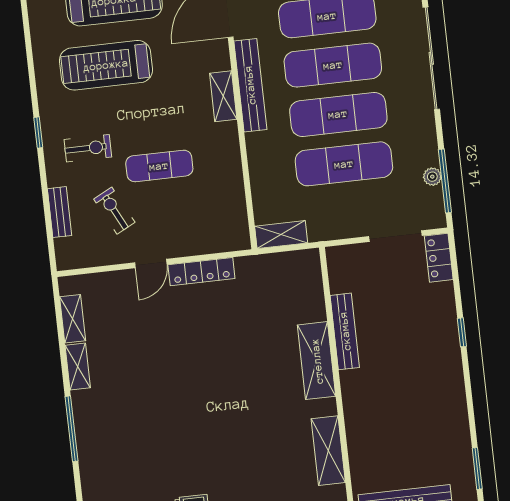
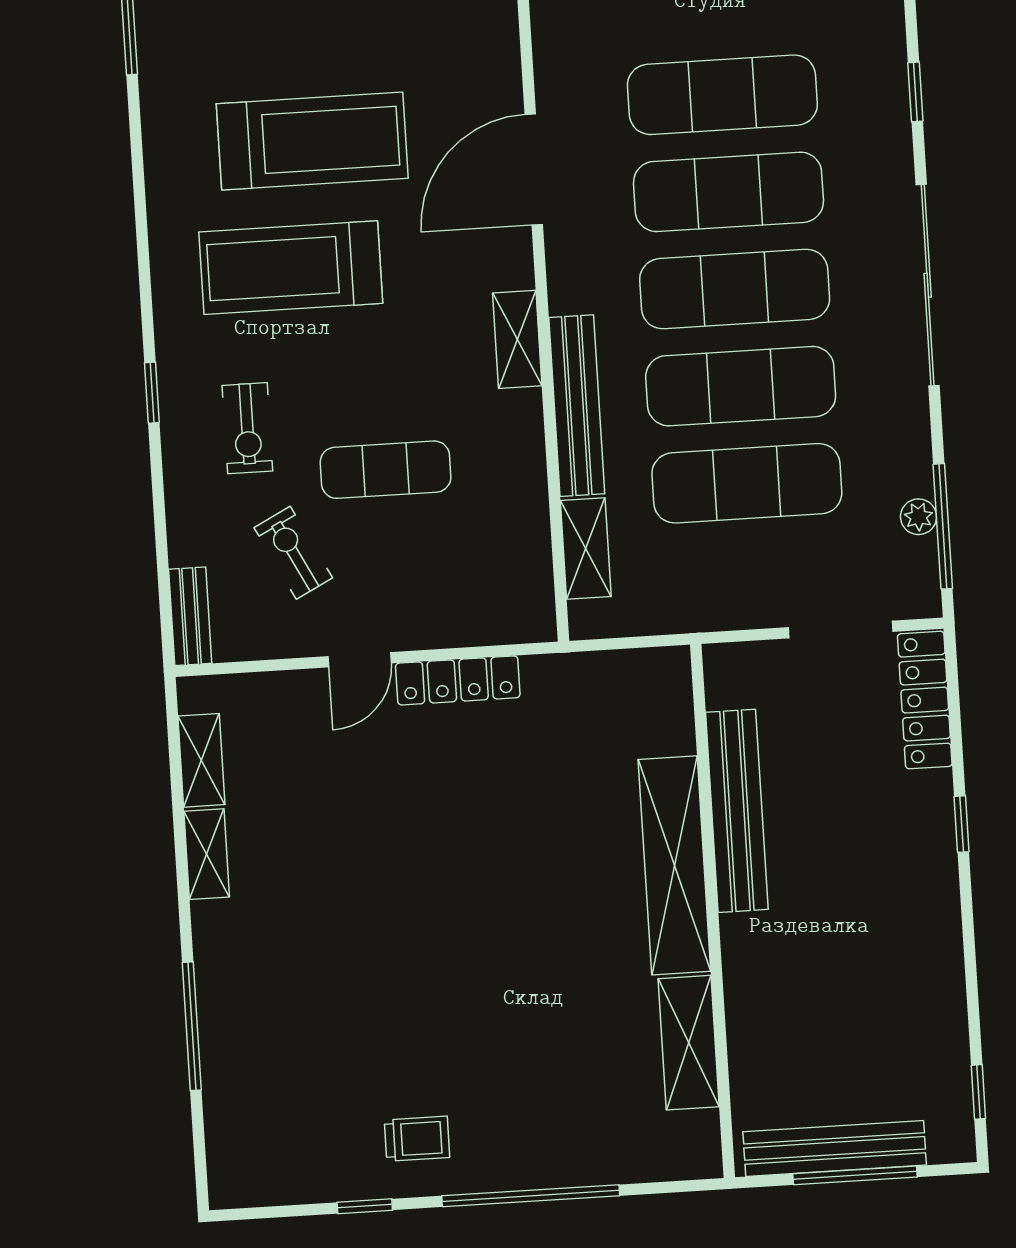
bench: (250, 85) -> (577, 406), moved
exercise bike: (88, 148) -> (247, 428), turned 90
bench: (60, 212) -> (190, 616), moved
shelving: (281, 235) -> (586, 548), moved, turned 90
locker: (439, 258) -> (925, 700), width x1.53
bench: (345, 331) -> (737, 811), width x1.37, depth x1.21
shelving: (317, 361) -> (674, 865), width x1.47
window: (71, 429) -> (192, 1026), moved
window: (477, 468) -> (978, 1092), width x0.67

